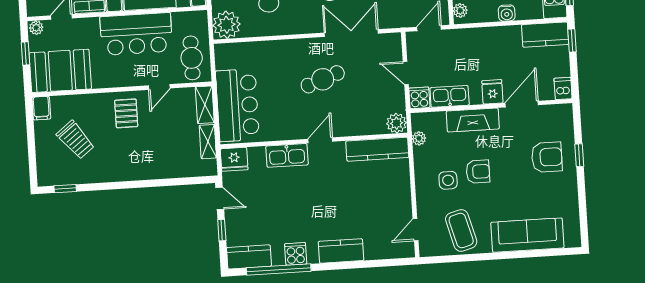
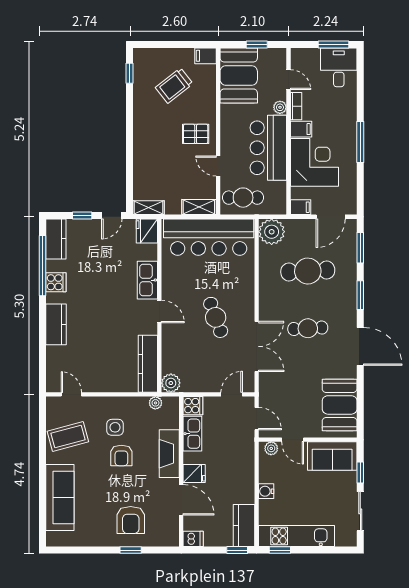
plant: (36, 28) -> (280, 107), moved
door: (406, 73) -> (232, 394), moved
bar counter: (237, 105) -> (209, 237), width x1.36
shelving: (208, 142) -> (149, 208), moved

